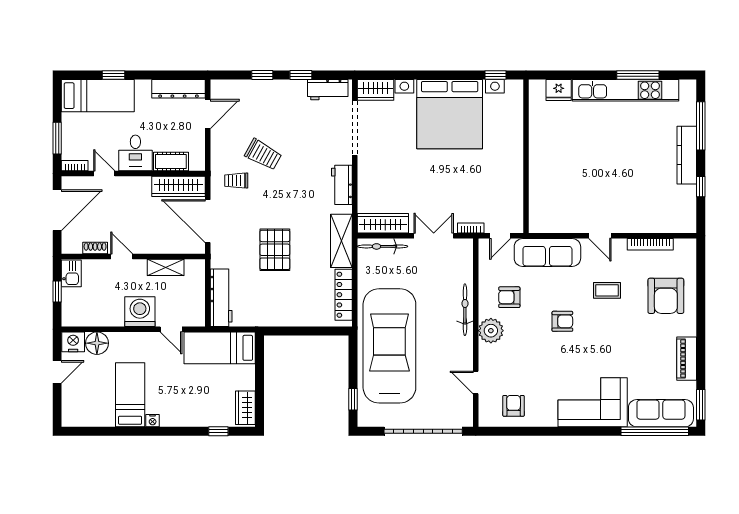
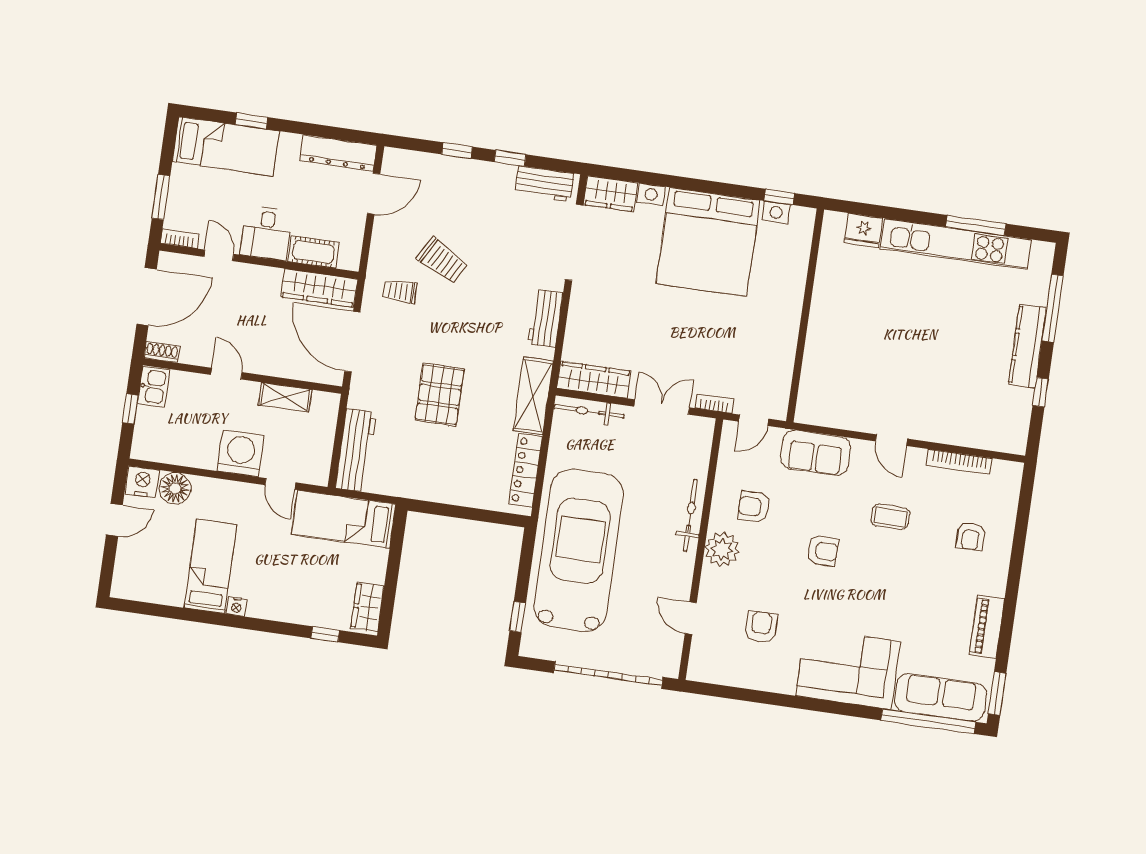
shoe rack: (95, 248) -> (162, 352), moved
sofa: (547, 252) -> (816, 453), width x0.73
armchair: (666, 296) -> (971, 536), width x0.53, depth x0.53
armchair: (514, 406) -> (761, 627), moved

